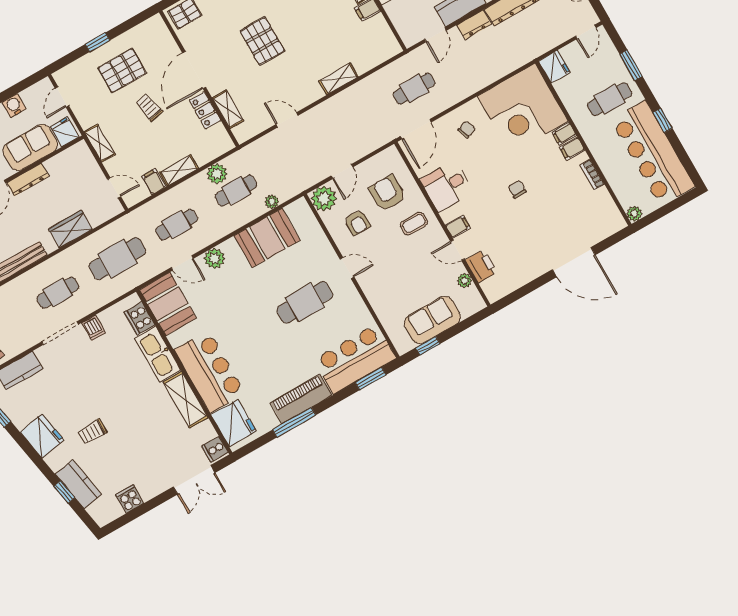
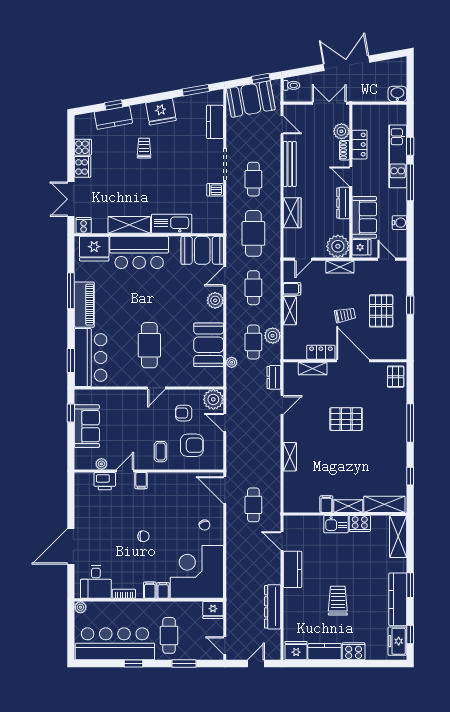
dresser: (474, 25) -> (274, 377), moved
plant: (78, 158) -> (338, 246), added
desk: (447, 186) -> (96, 582), moved, turned 180
cooker: (140, 318) -> (83, 167), moved, turned 90

